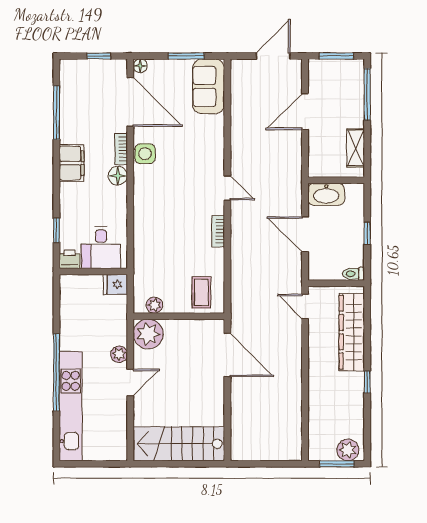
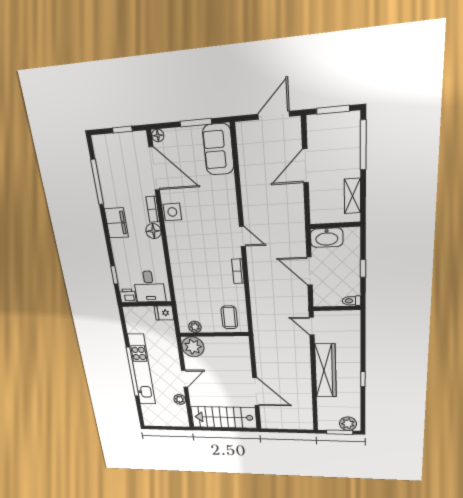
wardrobe: (352, 332) -> (326, 371), moved, turned 180
plant: (119, 354) -> (180, 399), moved
door: (227, 355) -> (256, 392), moved
kitchen unit: (71, 406) -> (142, 370), moved

